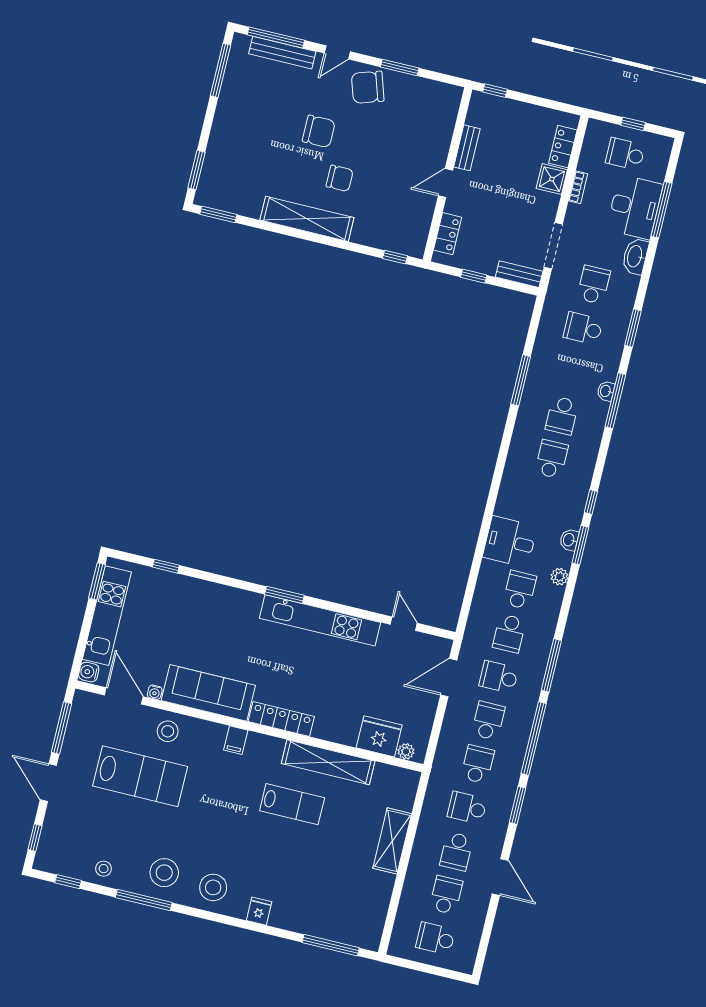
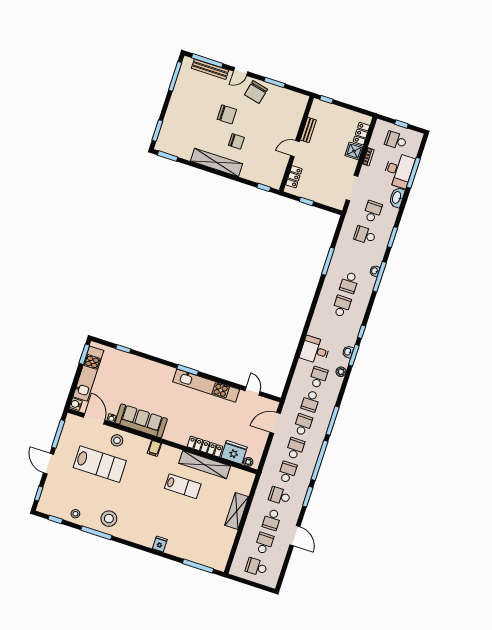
chair: (368, 87) -> (256, 92), turned -59
bench: (519, 274) -> (332, 202), removed
school desk: (499, 677) -> (303, 425), turned 90
locker: (281, 719) -> (205, 447), moved
stool: (213, 887) -> (135, 529), removed

